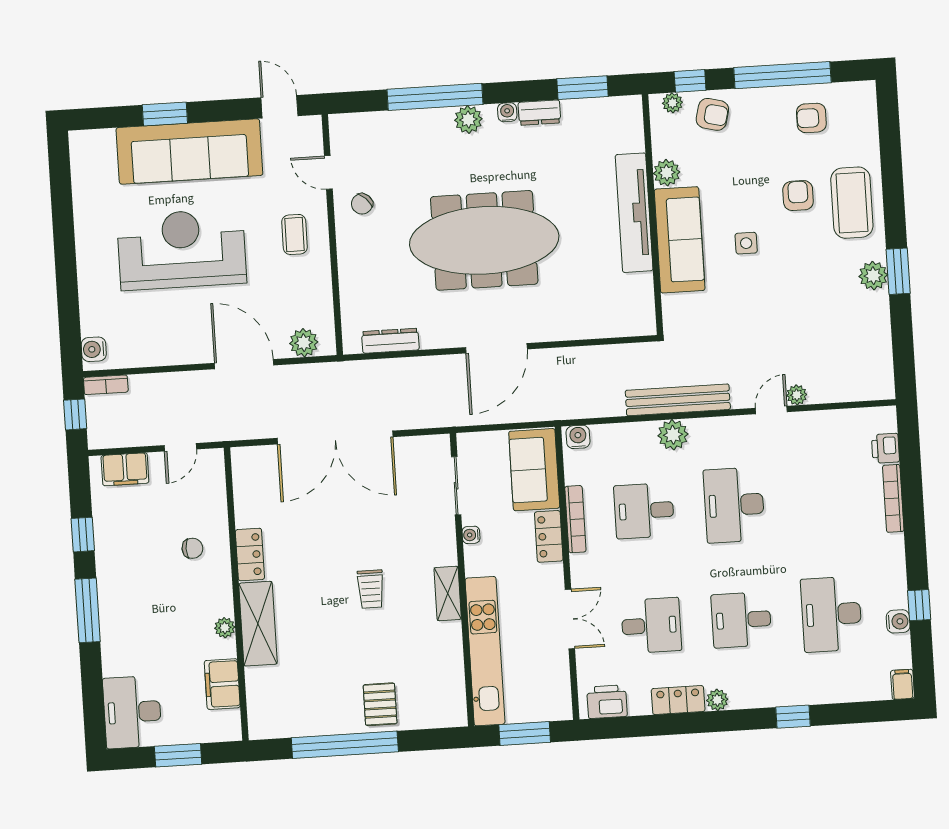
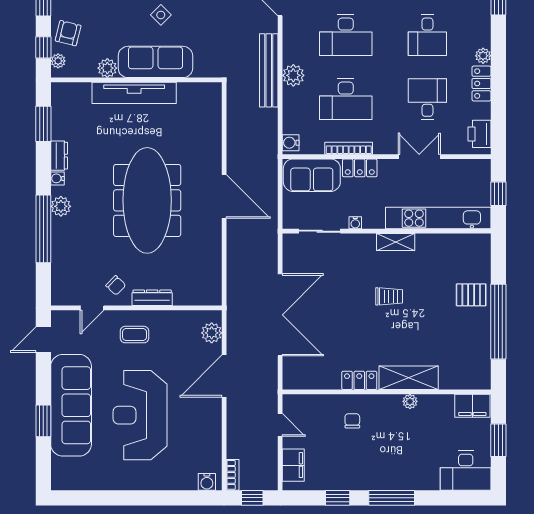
side table: (746, 243) -> (161, 15), turned 45
dresser: (390, 341) -> (152, 298), moved, turned 90
desk: (644, 511) -> (346, 99), width x1.37
filing cabinet: (222, 684) -> (472, 406), moved
window: (525, 733) -> (498, 194), width x0.67

